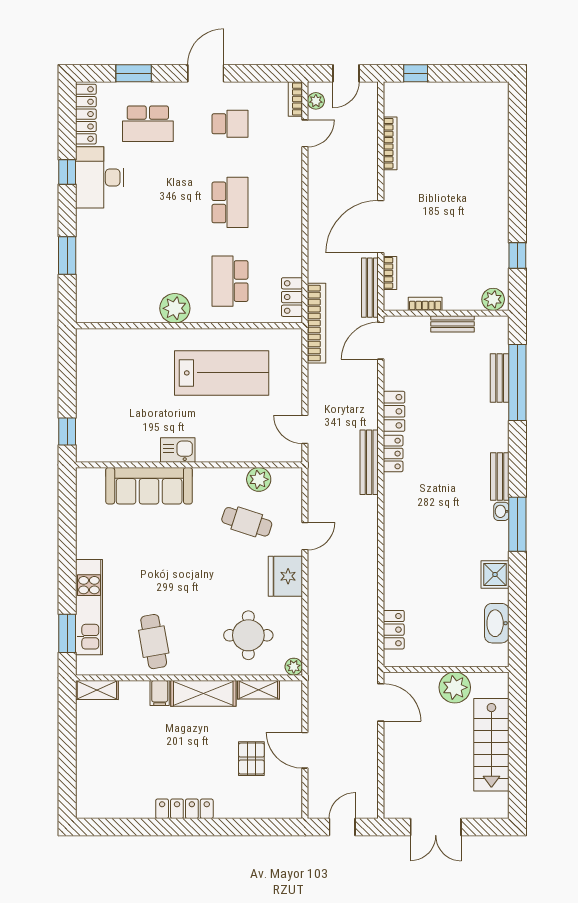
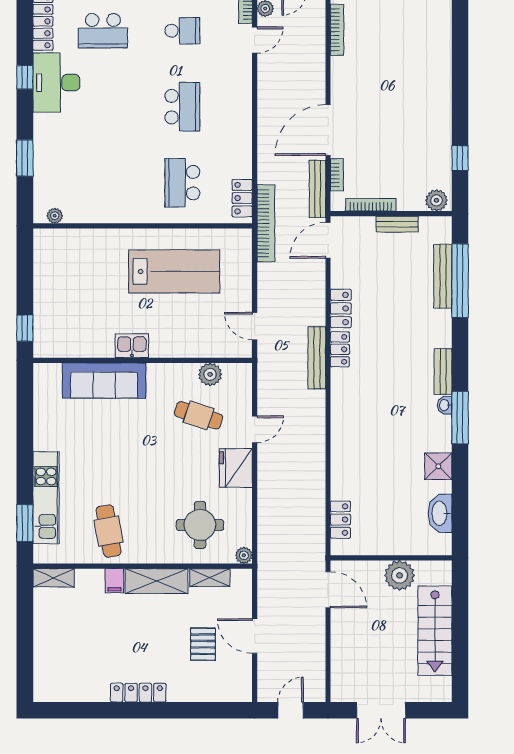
bookcase: (390, 143) -> (337, 30), moved
bookcase: (425, 304) -> (371, 205), width x1.56
plant: (175, 308) -> (55, 216), moved, width x0.53, depth x0.53
bench: (500, 378) -> (443, 276), width x1.36

